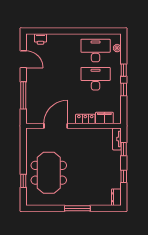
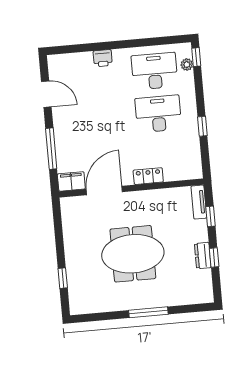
printer: (41, 39) -> (103, 58), moved
window: (124, 70) -> (196, 57), moved
filing cabinet: (104, 118) -> (71, 181), moved
meeting table: (49, 173) -> (133, 254), moved, turned 90
dresser: (116, 197) -> (203, 256), moved

